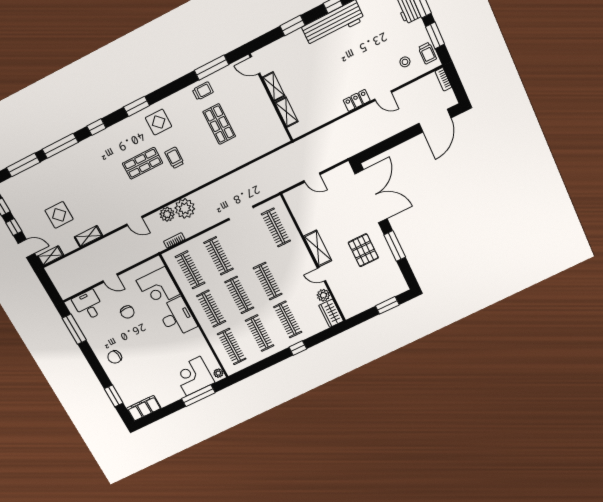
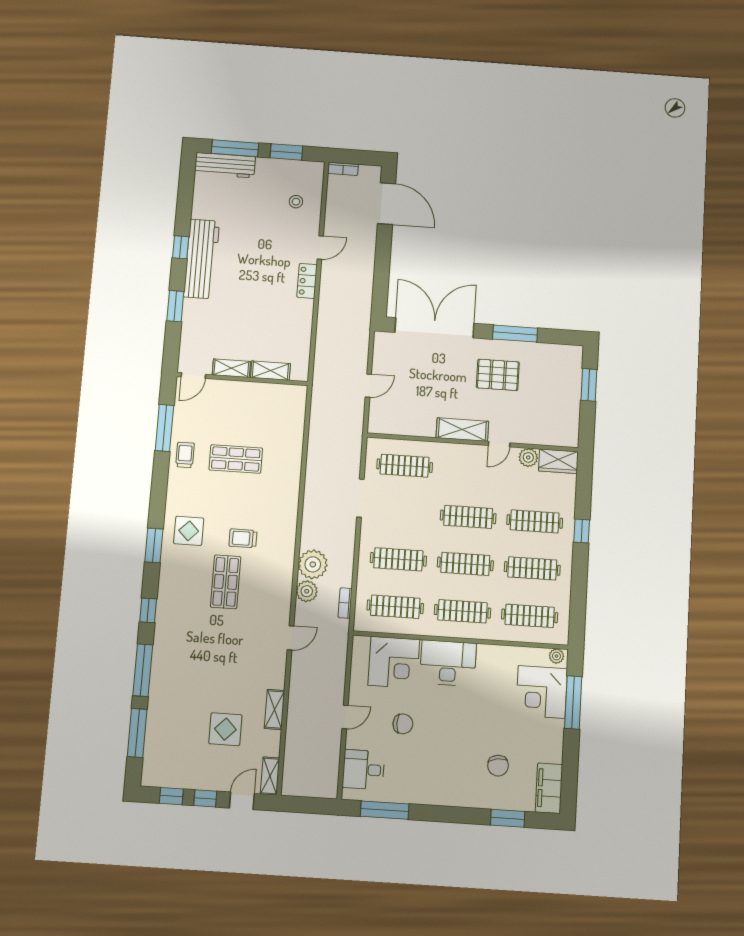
trolley: (427, 53) -> (302, 171), removed
chair: (115, 357) -> (498, 766), moved

